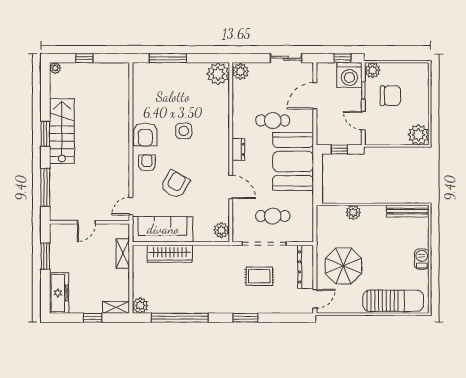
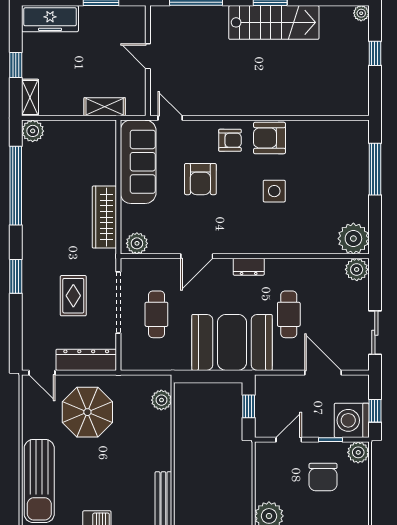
armchair: (175, 184) -> (200, 179), turned 60
plant: (353, 212) -> (161, 400), moved
wardrobe: (170, 254) -> (104, 217), moved

